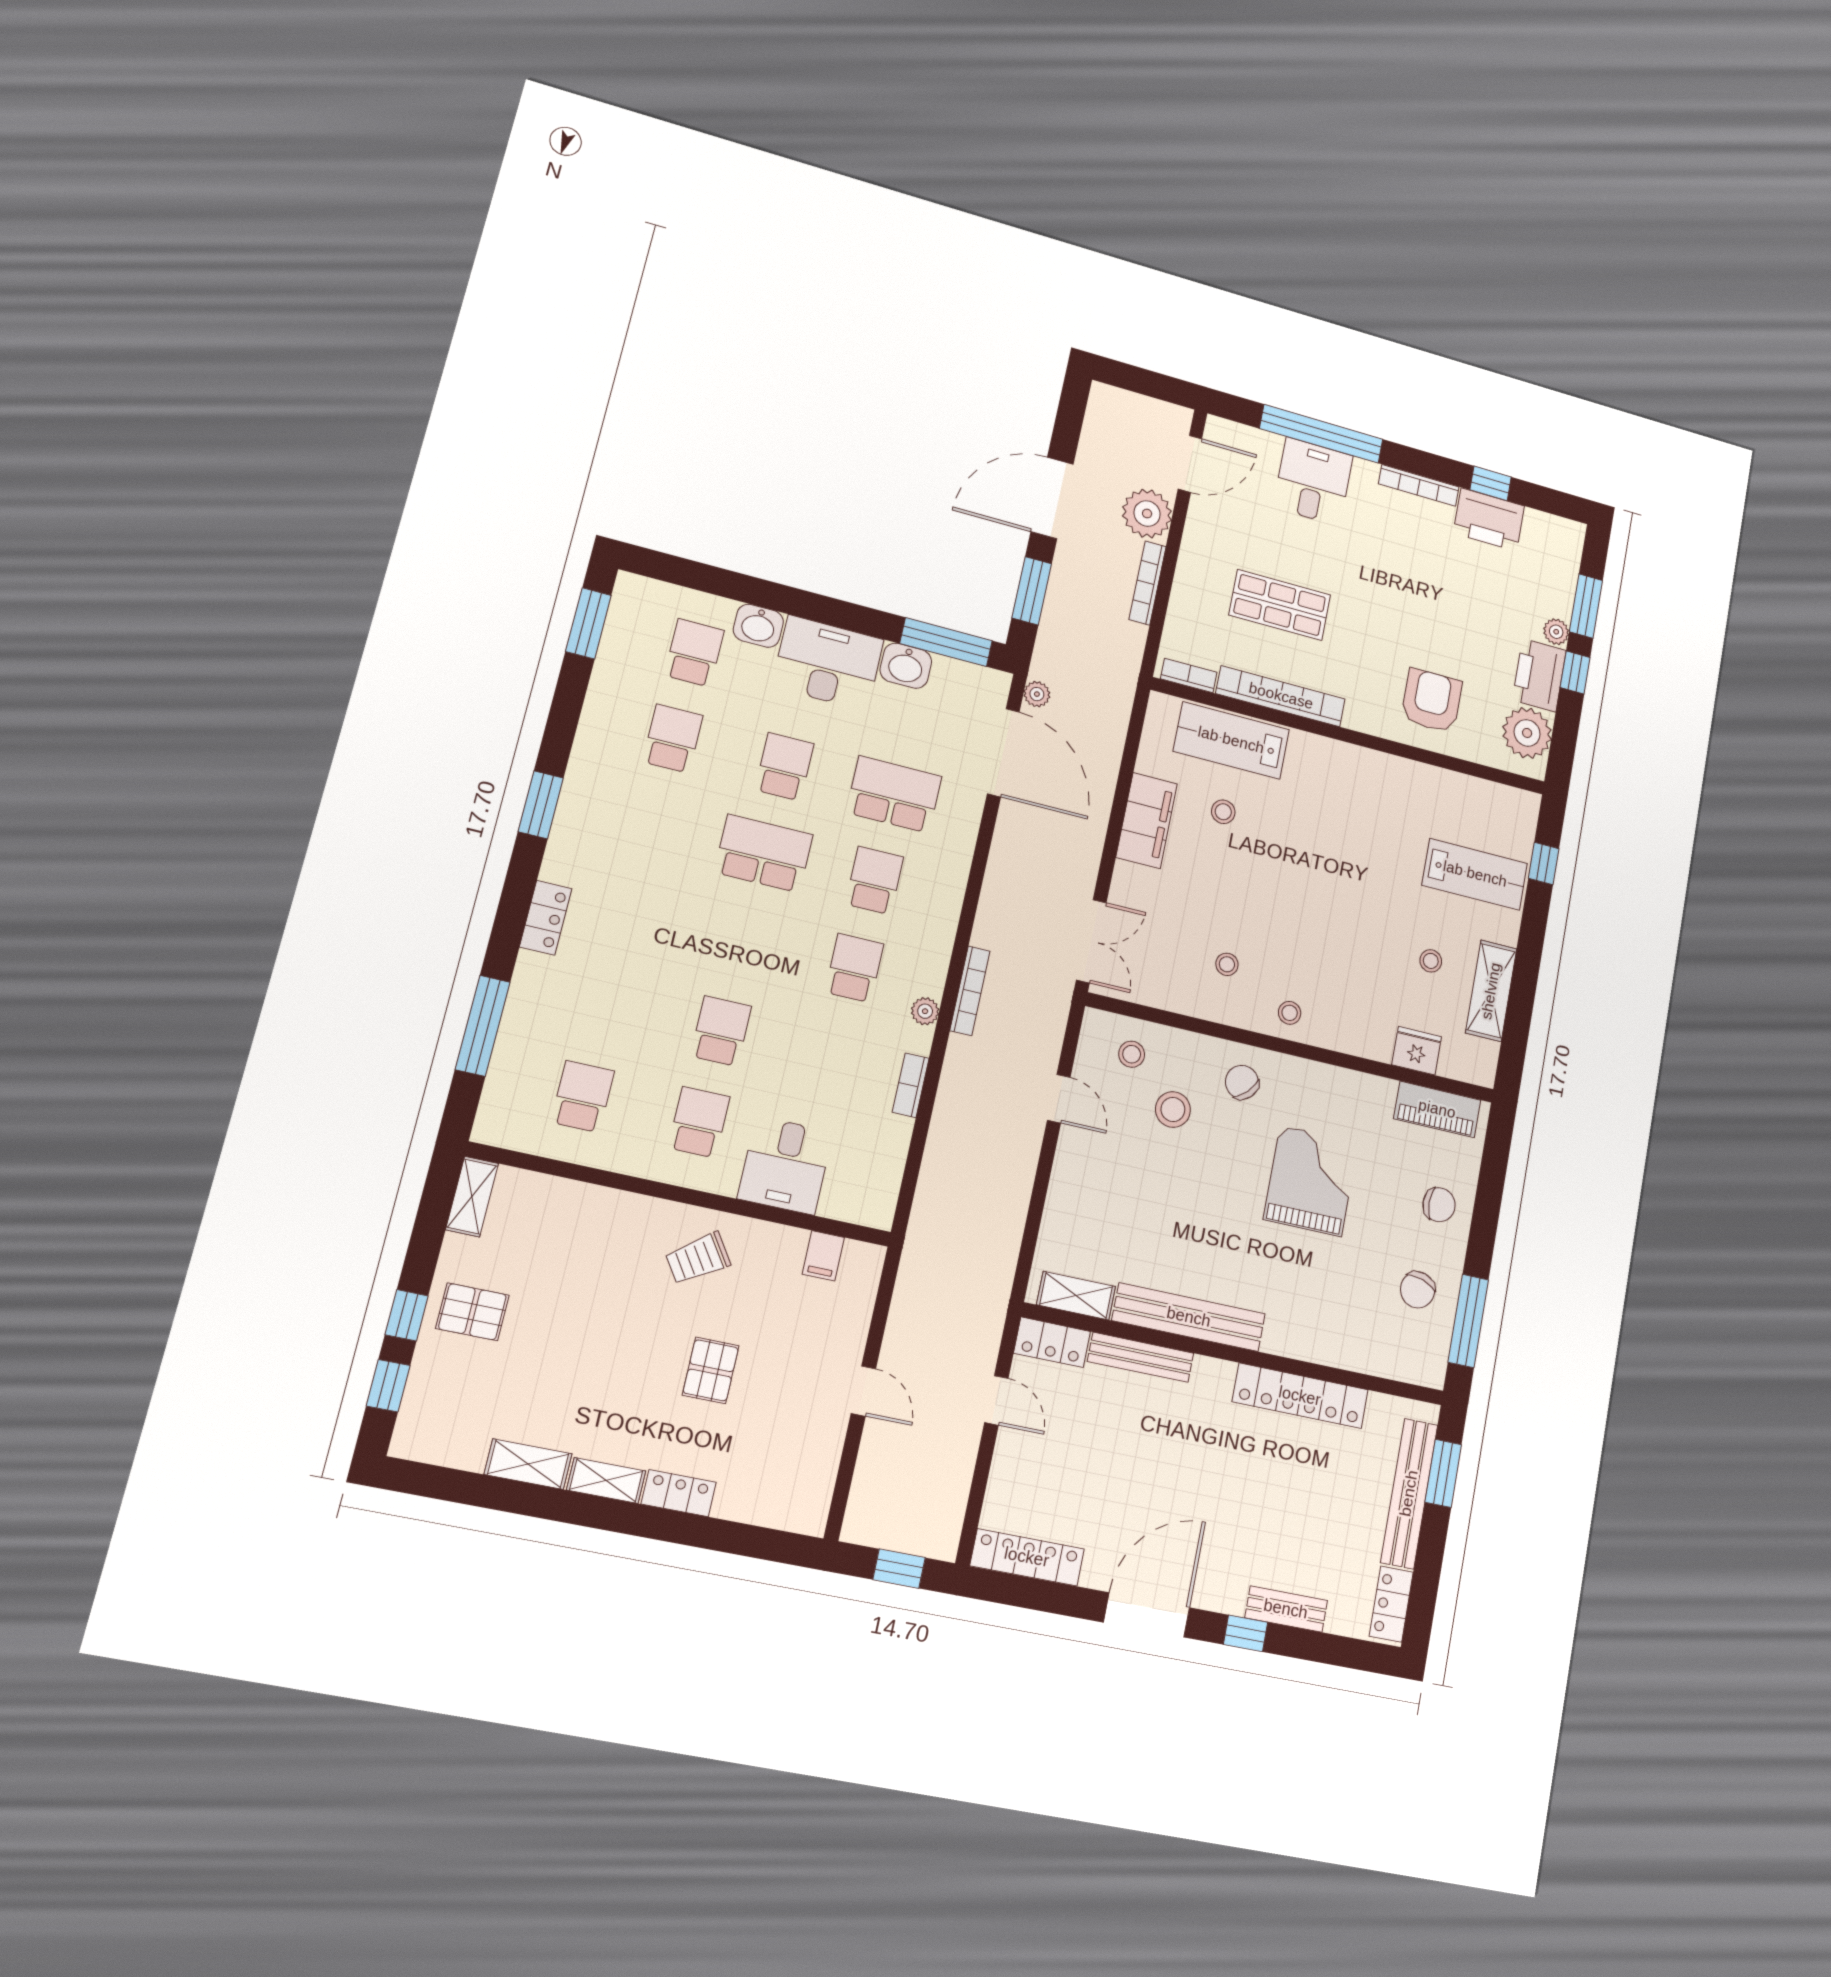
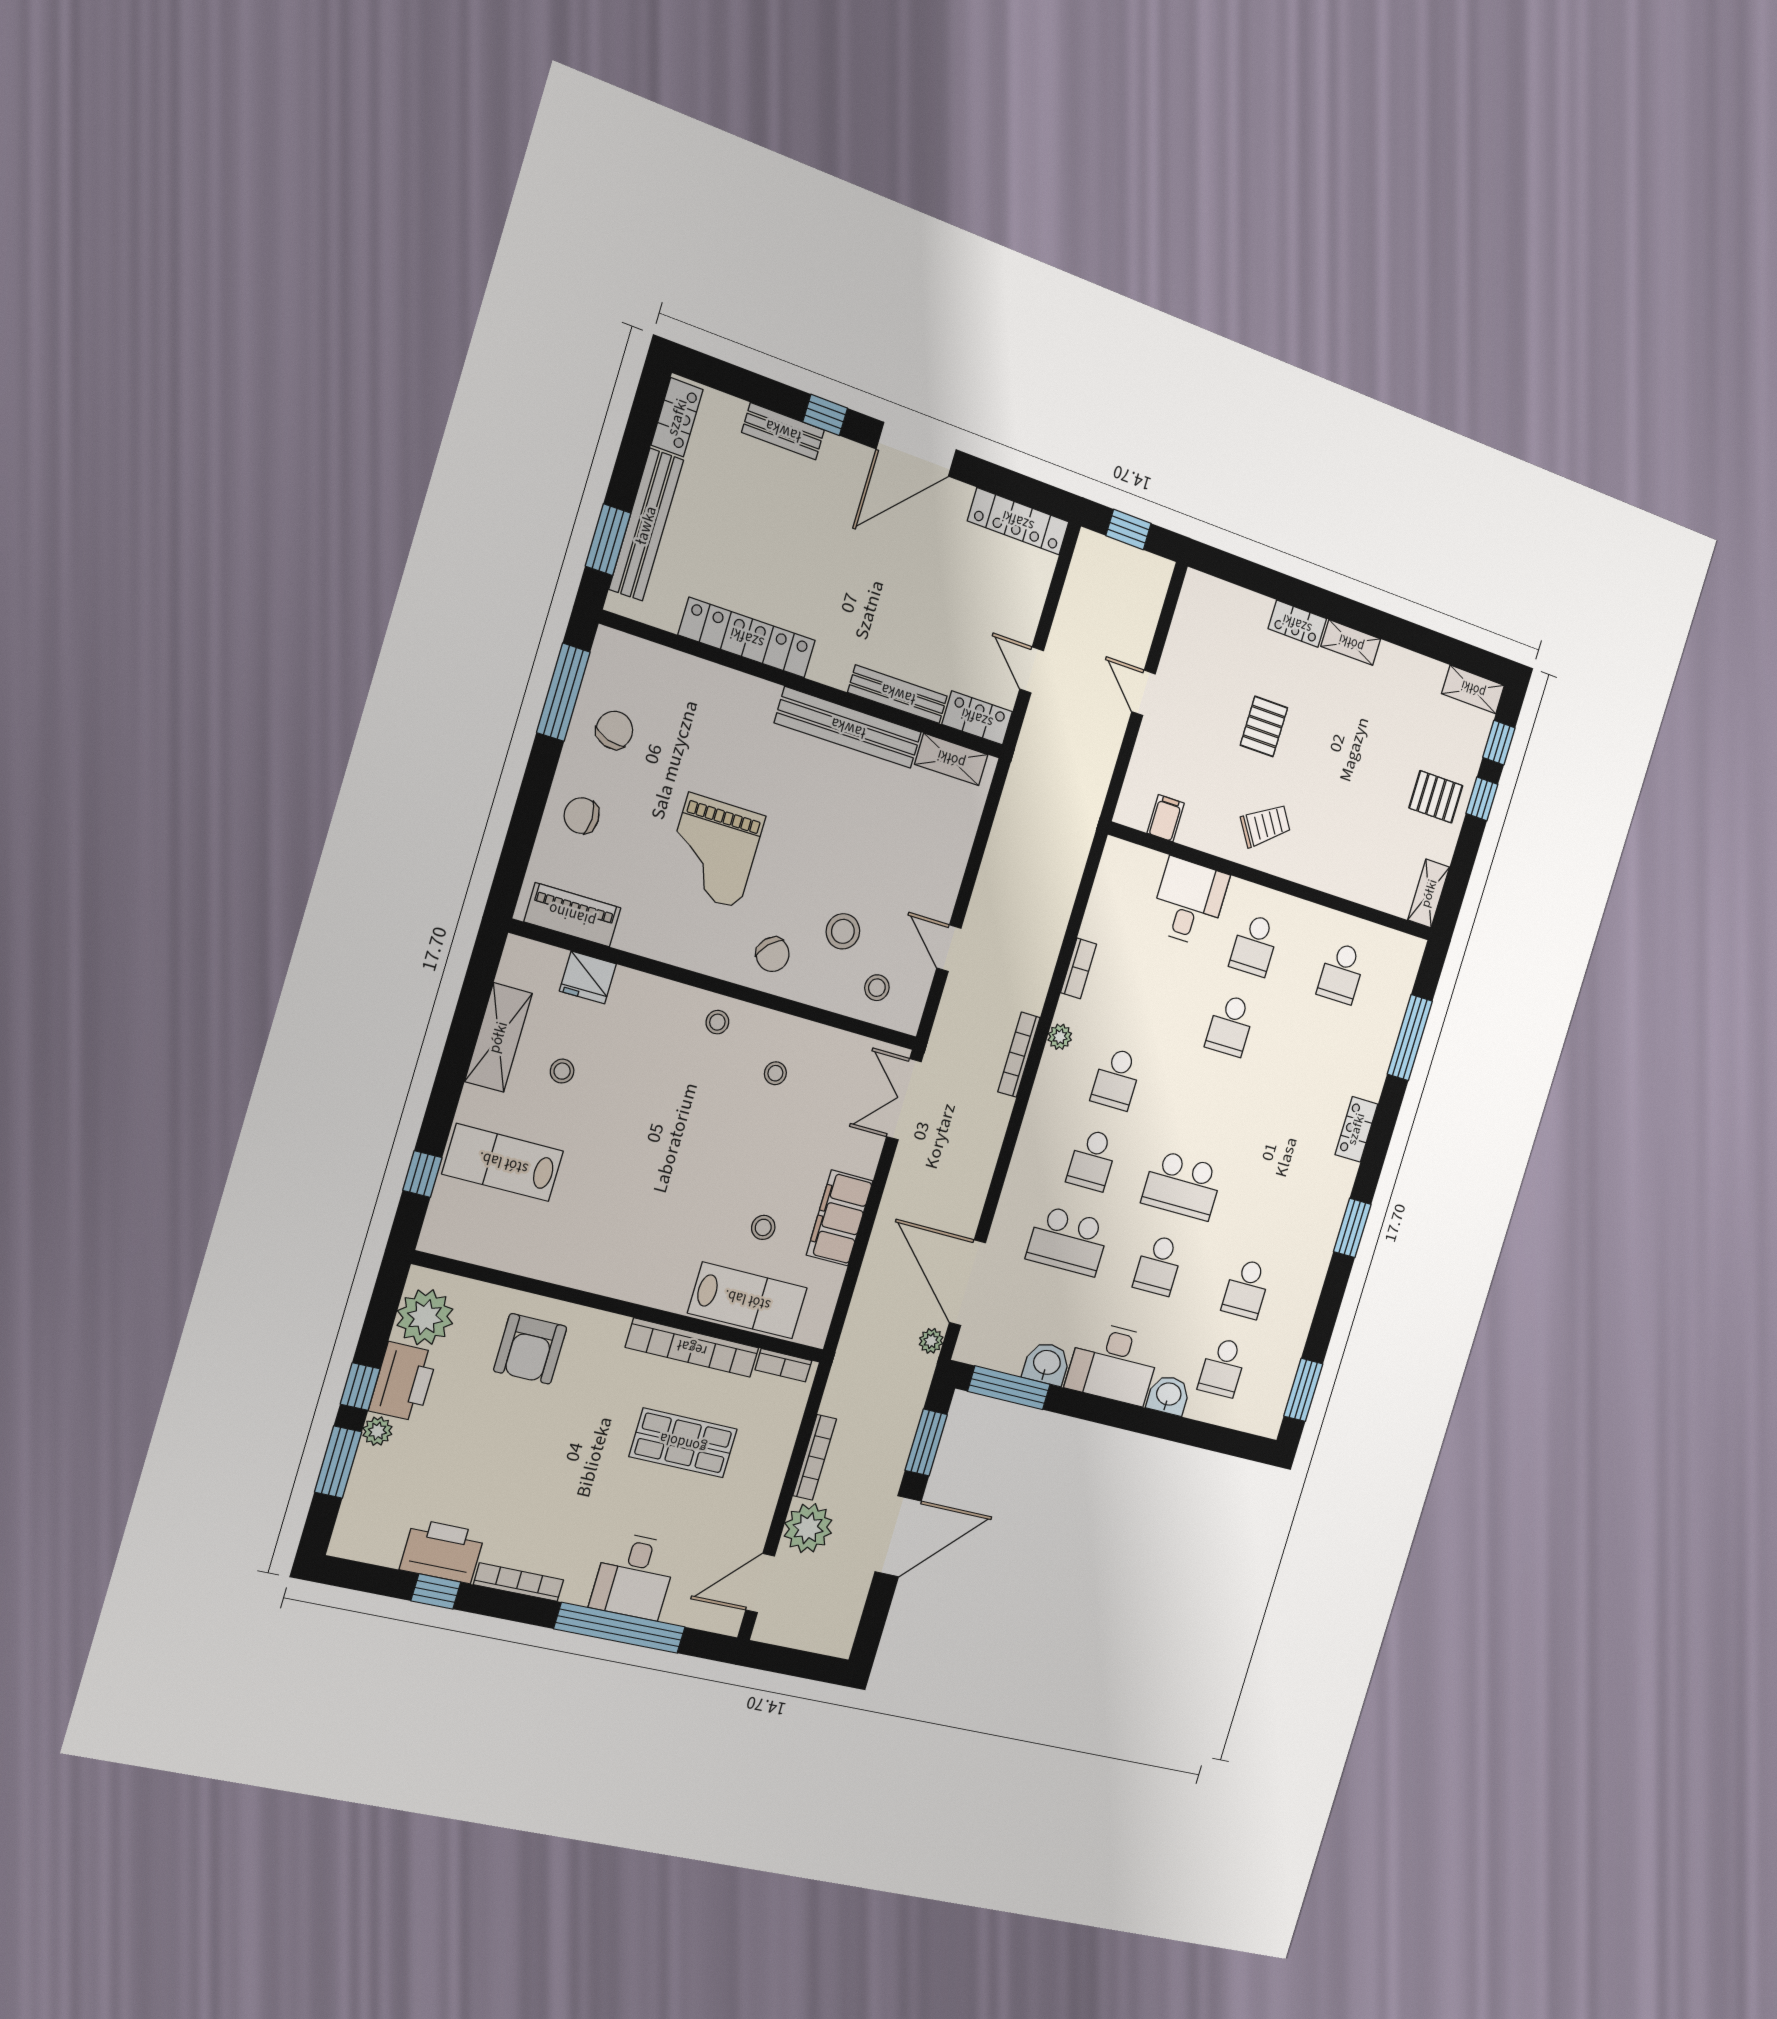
shelving: (528, 1464) -> (1473, 689), moved

